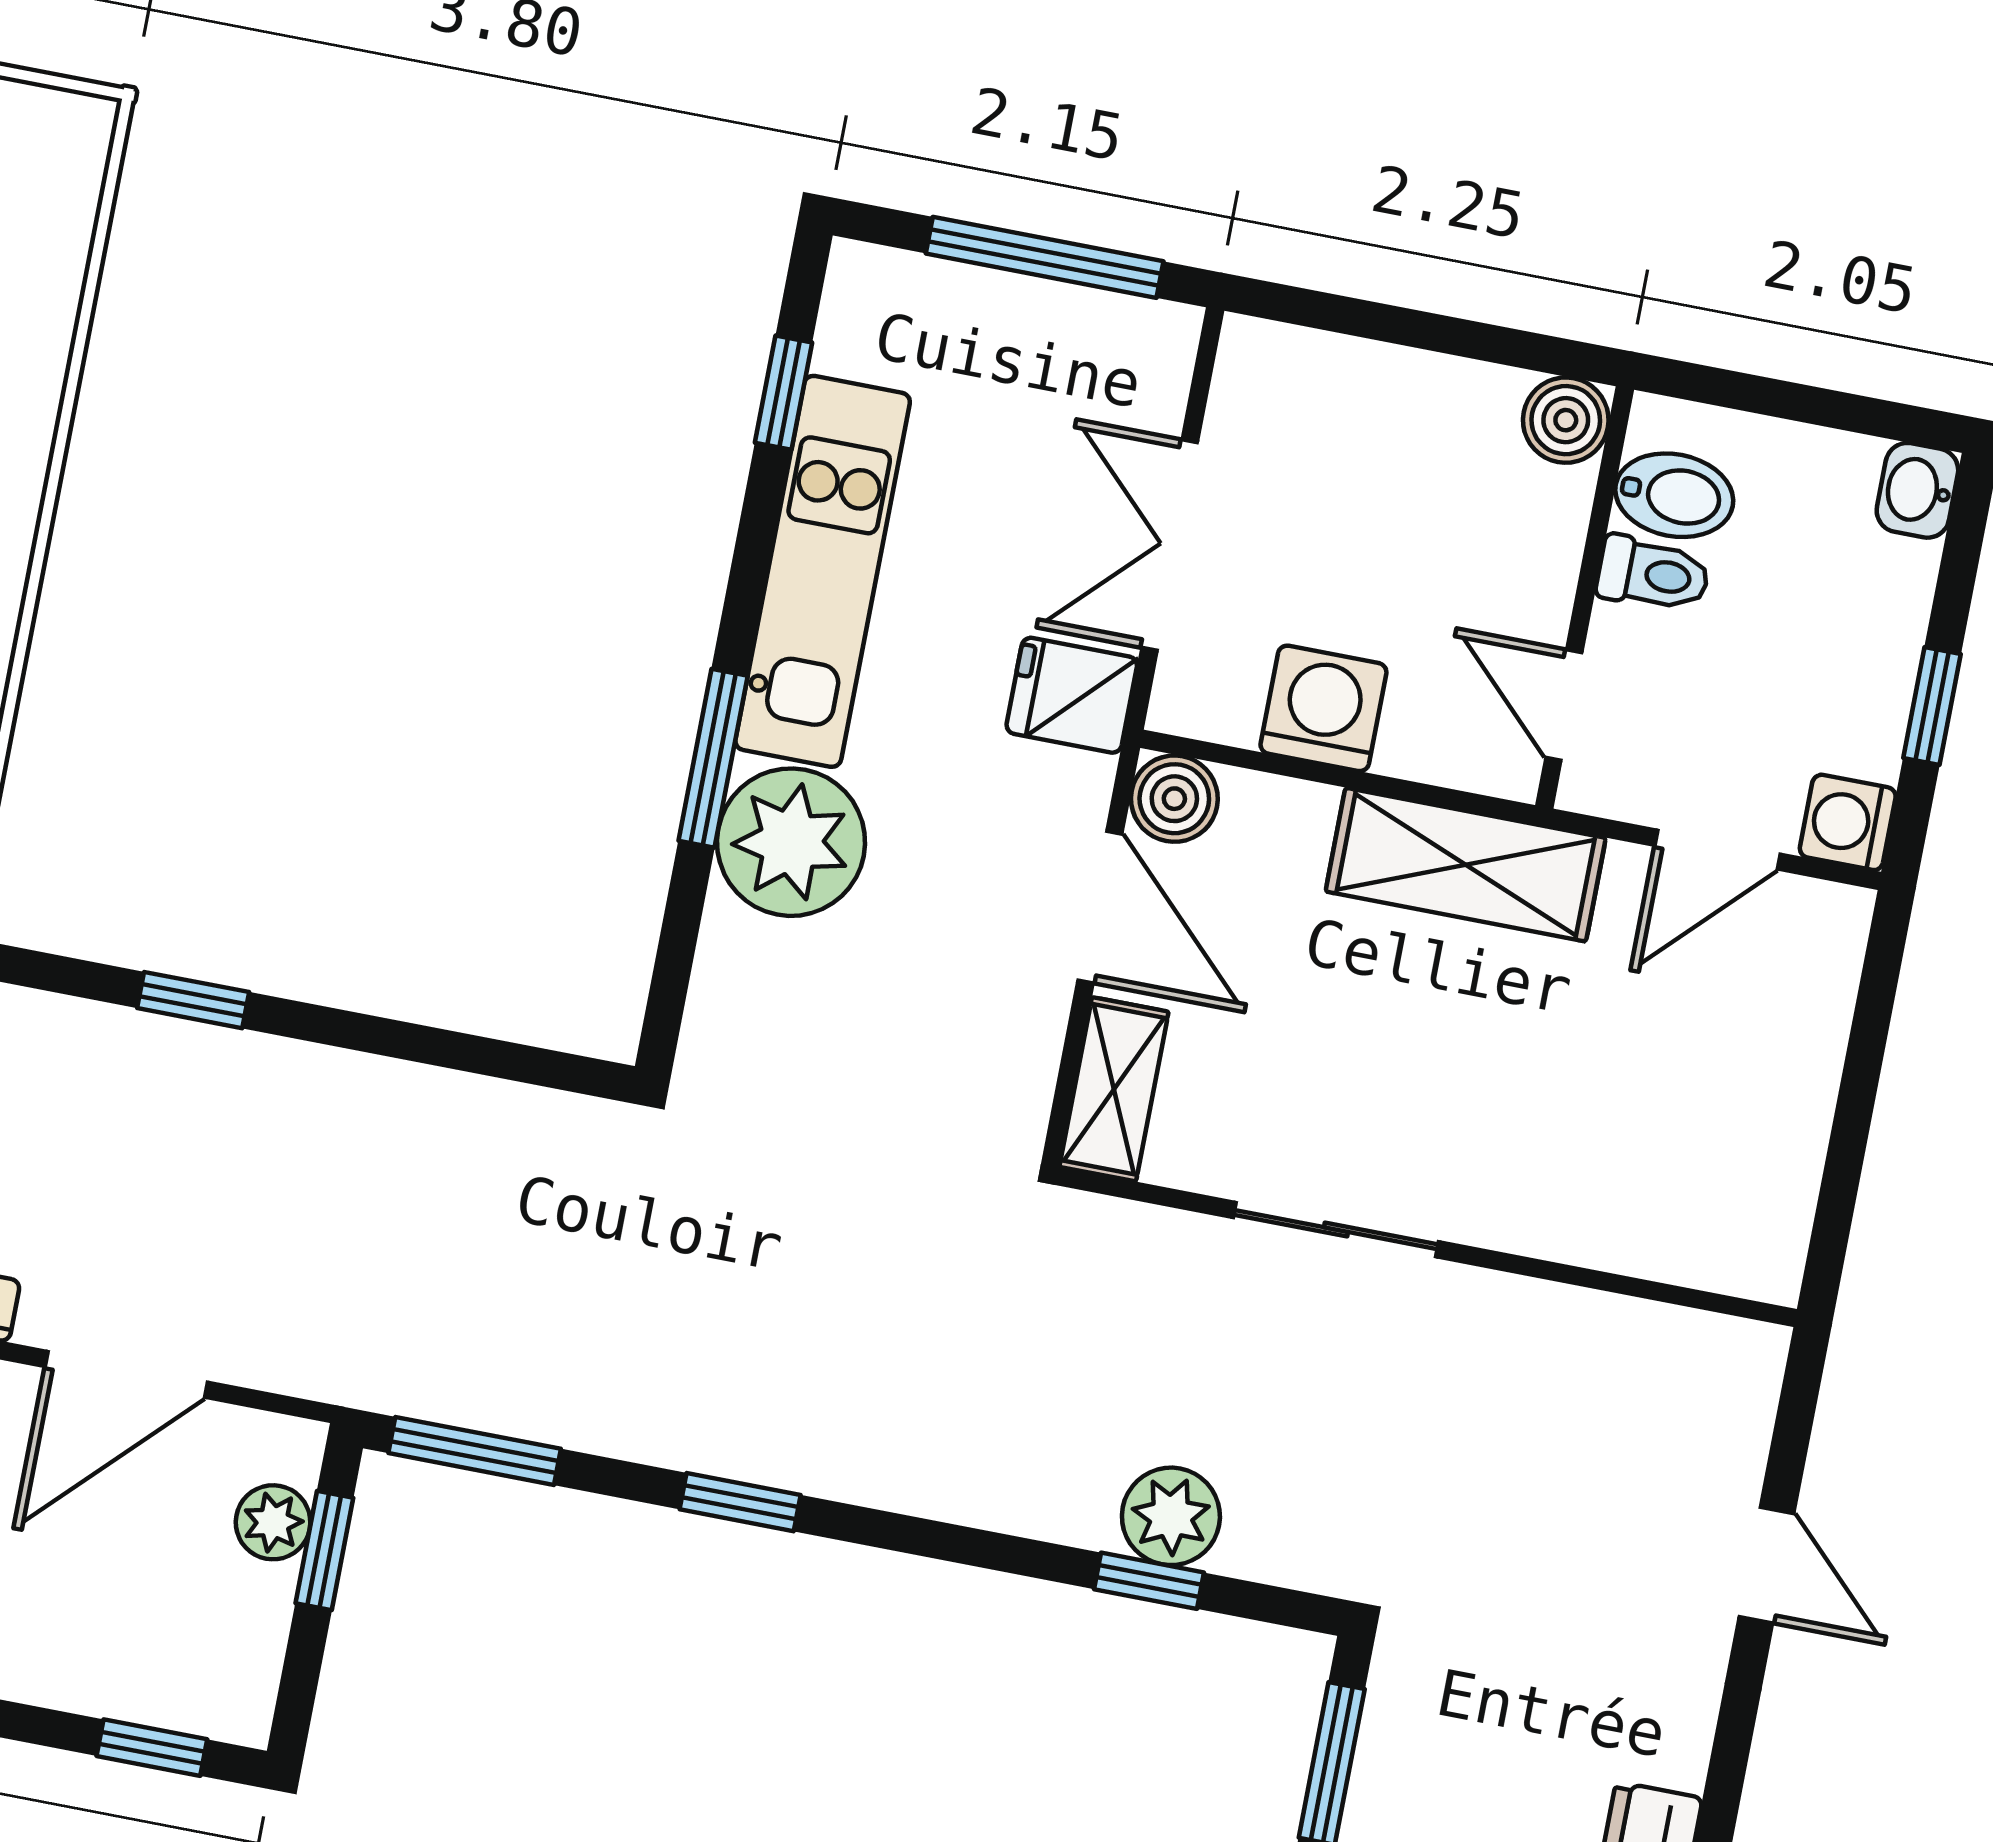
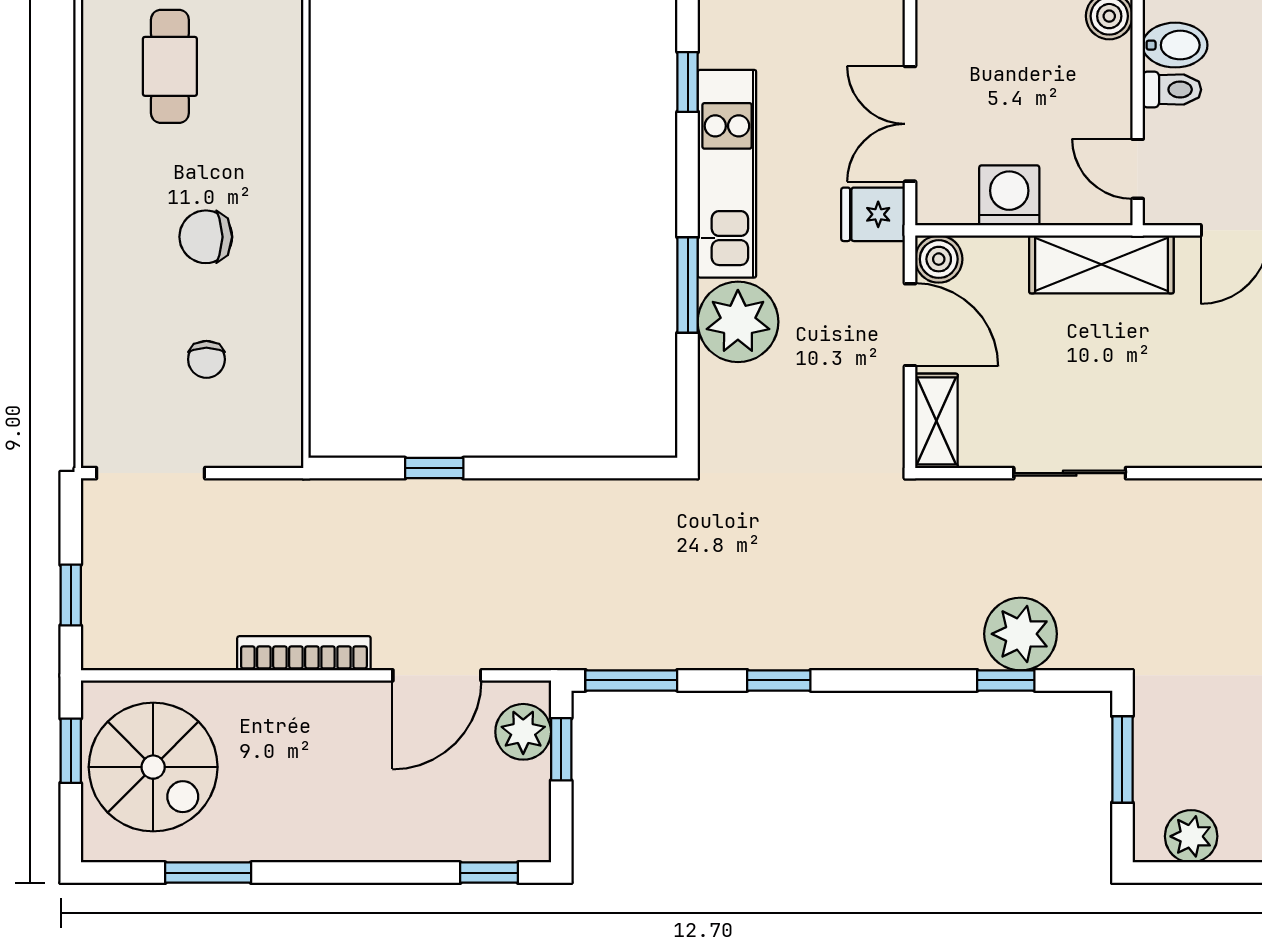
plant: (1171, 1516) -> (1021, 634), width x1.36, depth x1.36
plant: (273, 1522) -> (523, 732), width x1.38, depth x1.38

